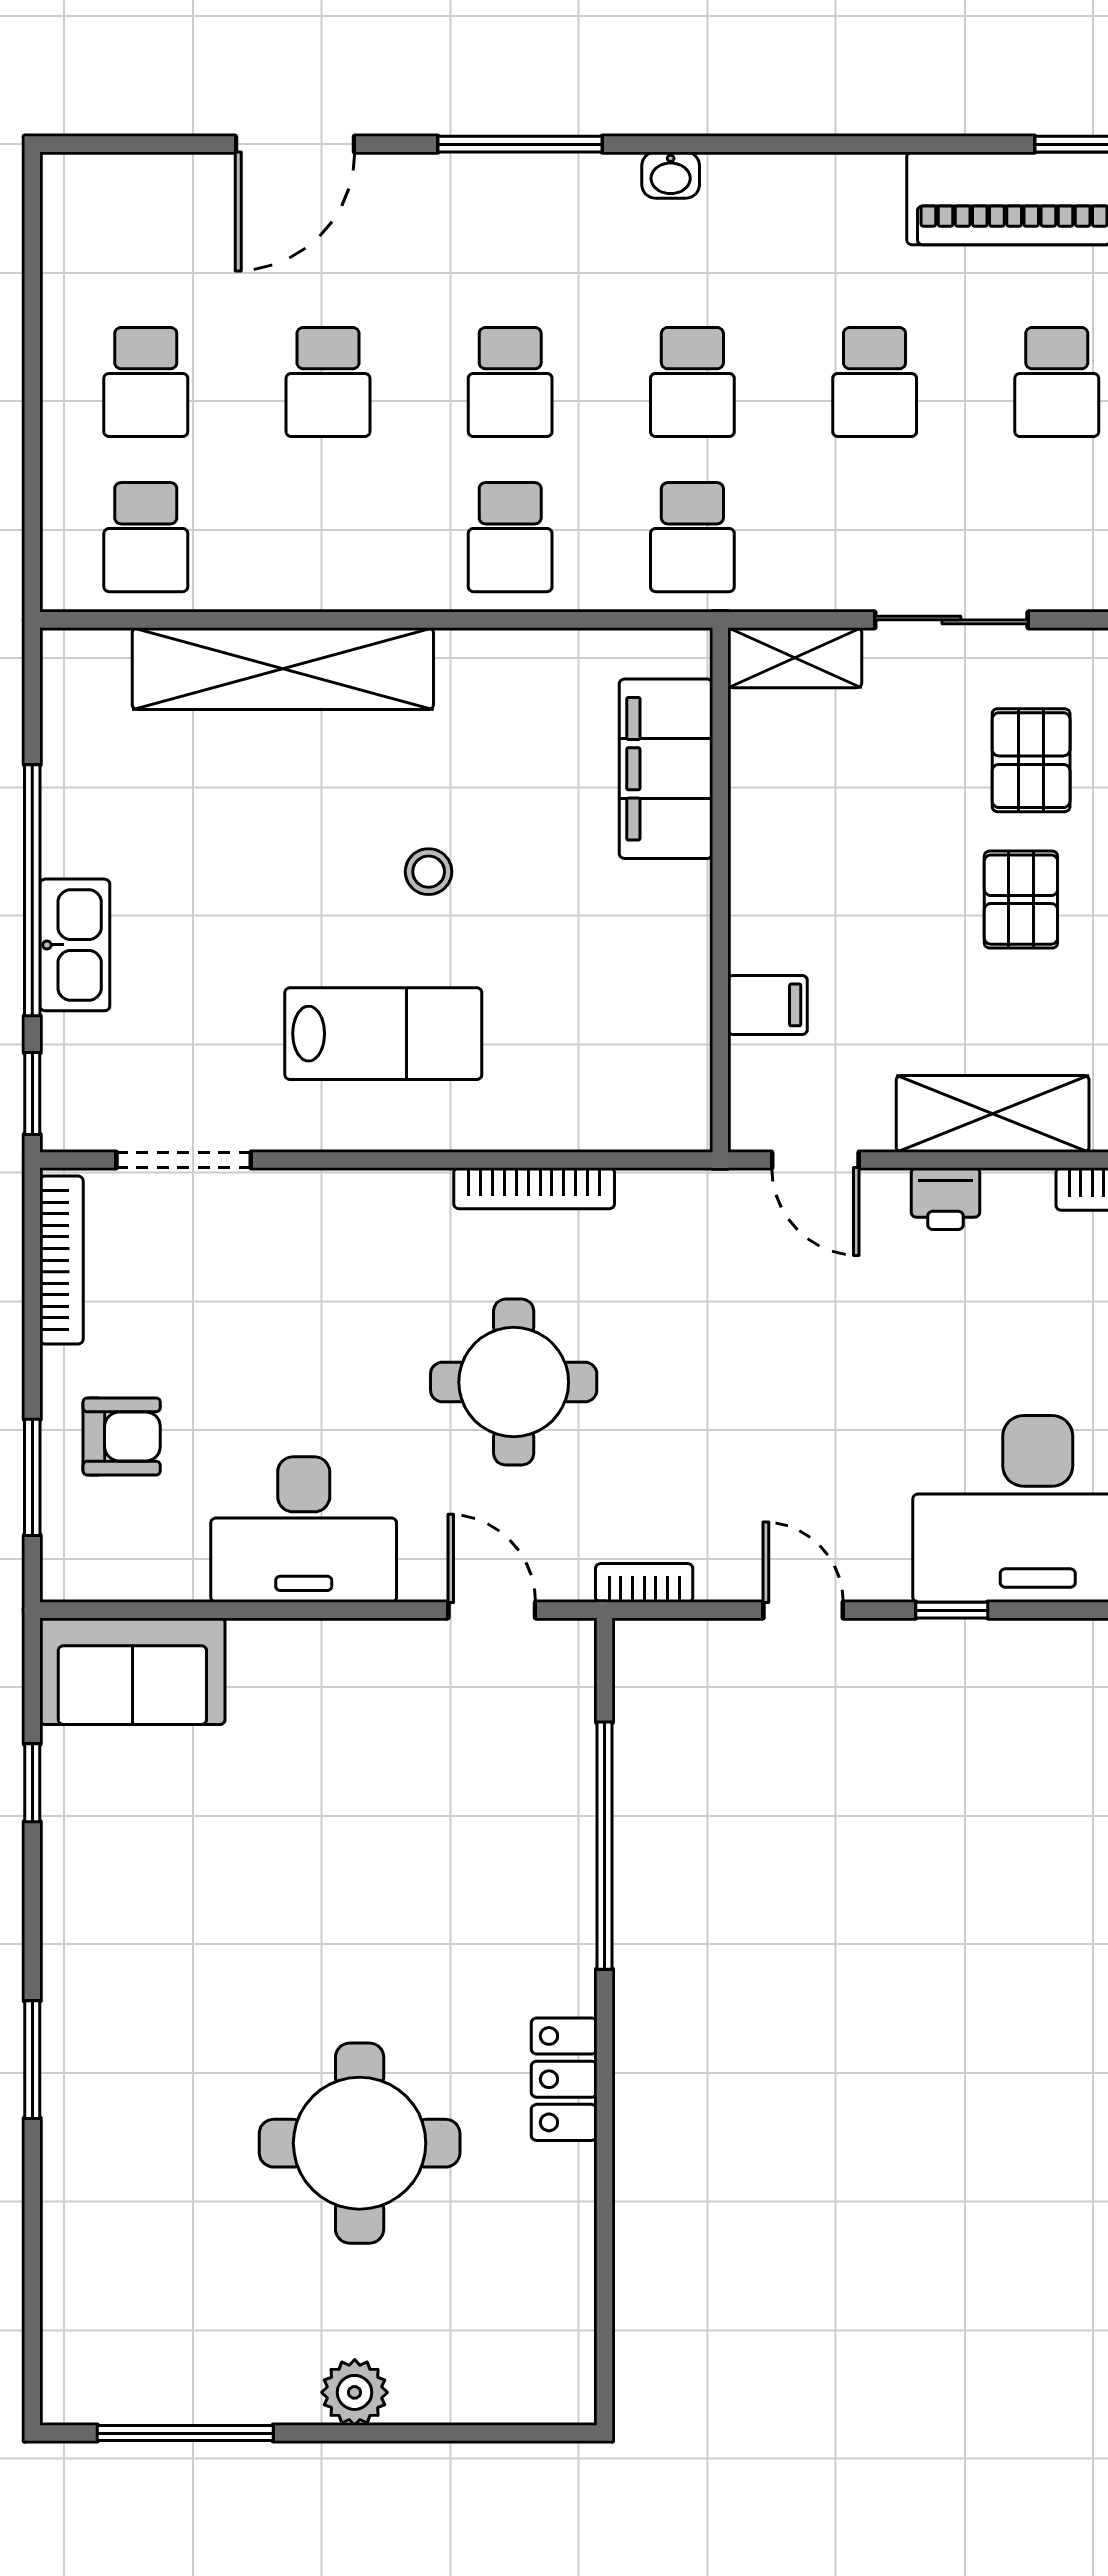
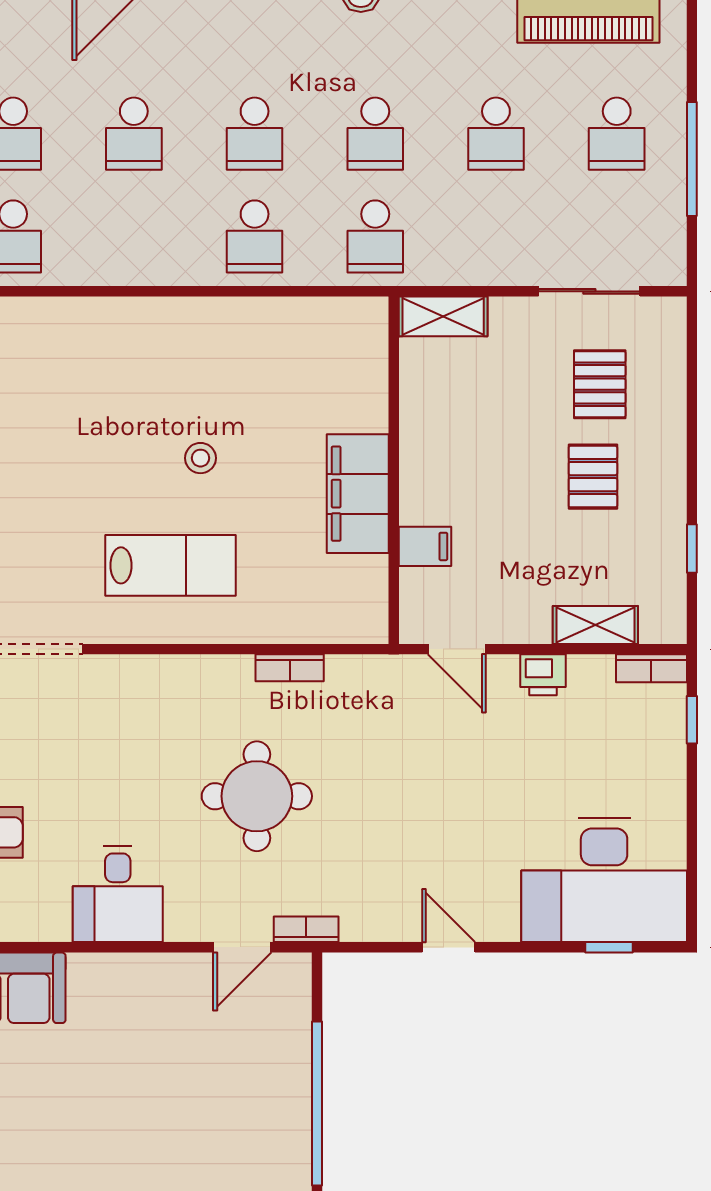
sliding door: (951, 620) -> (589, 291), moved
shelving: (283, 669) -> (104, 324), removed
filing cabinet: (666, 769) -> (358, 494), moved
shelving: (993, 1114) -> (595, 625), width x0.67, depth x0.75
bookcase: (534, 1188) -> (290, 668), width x0.64
desk: (304, 1529) -> (118, 894), width x0.73
bookcase: (644, 1583) -> (306, 929), moved
door: (492, 1610) -> (242, 947), swing flipped
window: (952, 1610) -> (609, 947), moved

